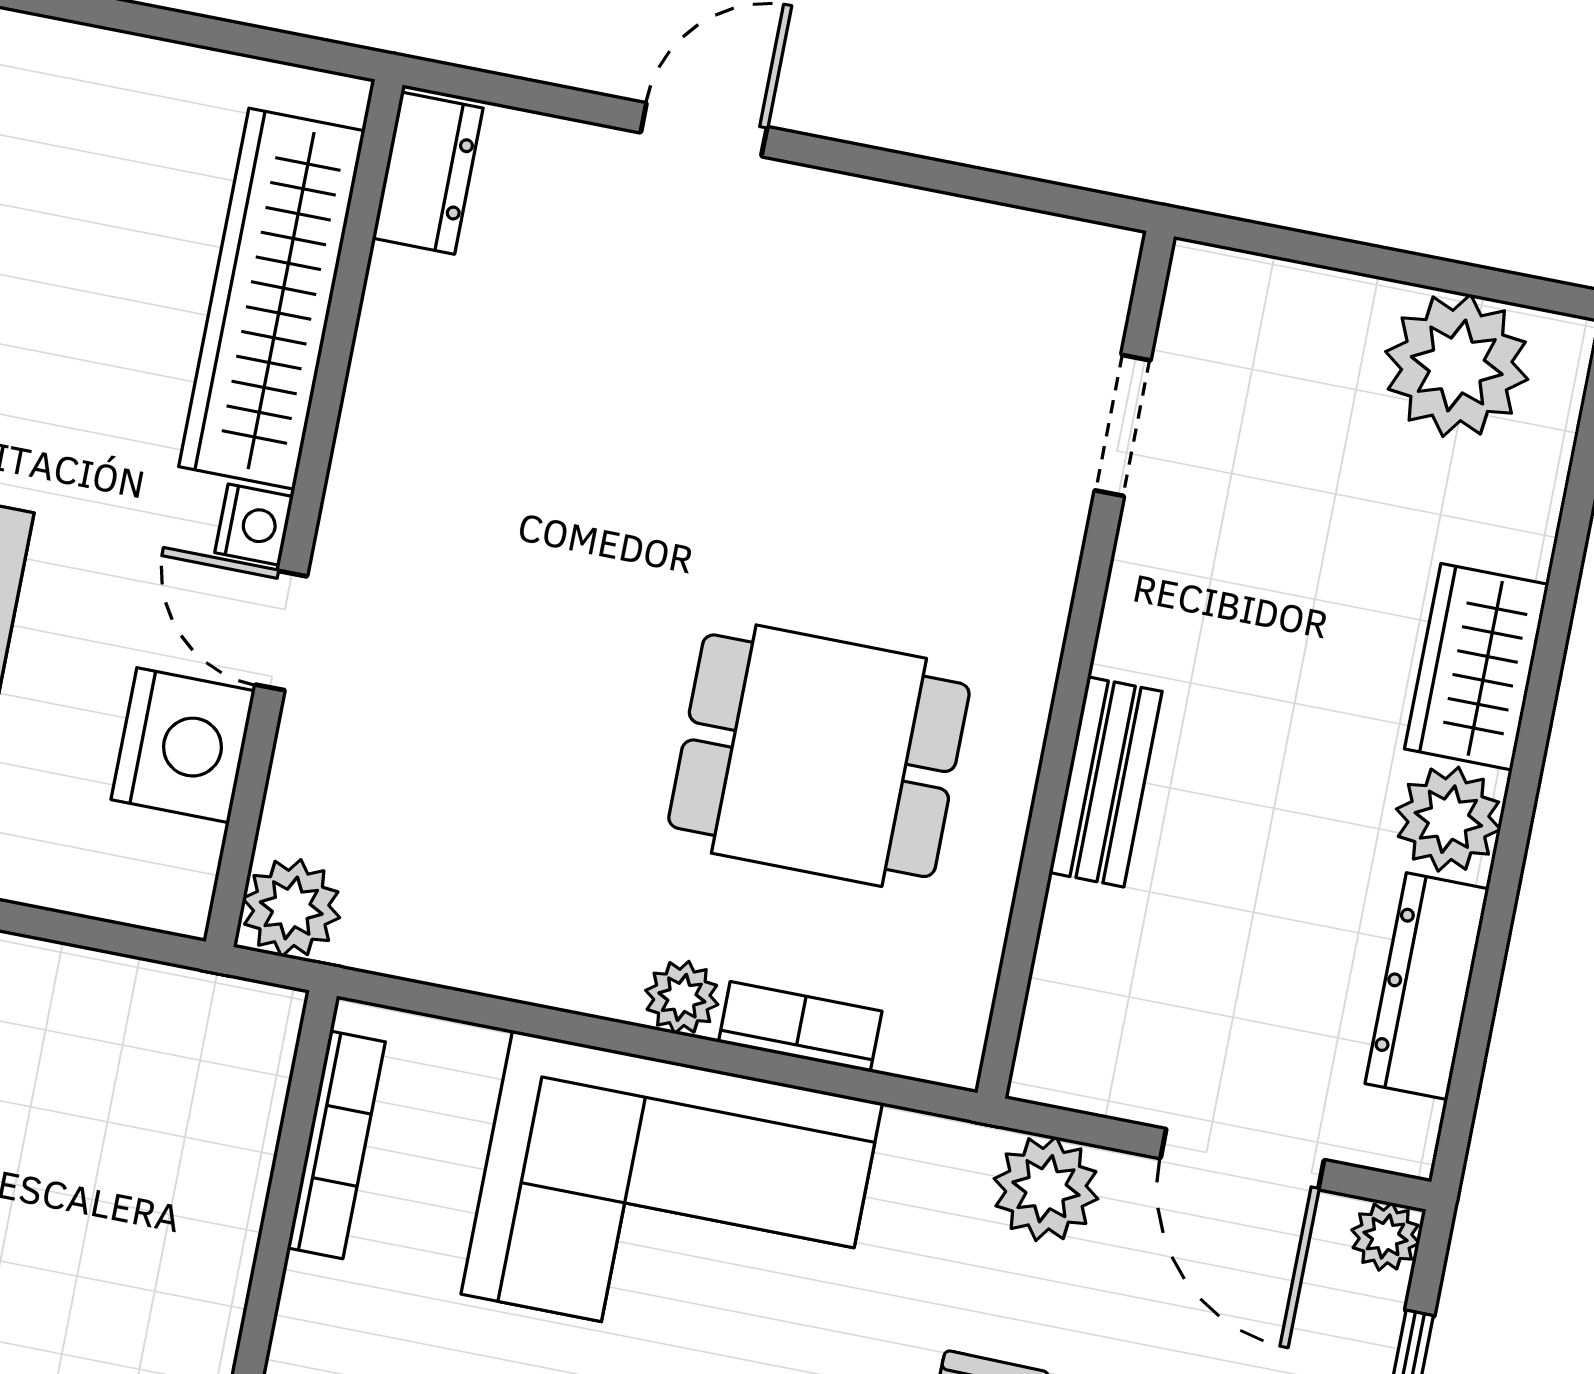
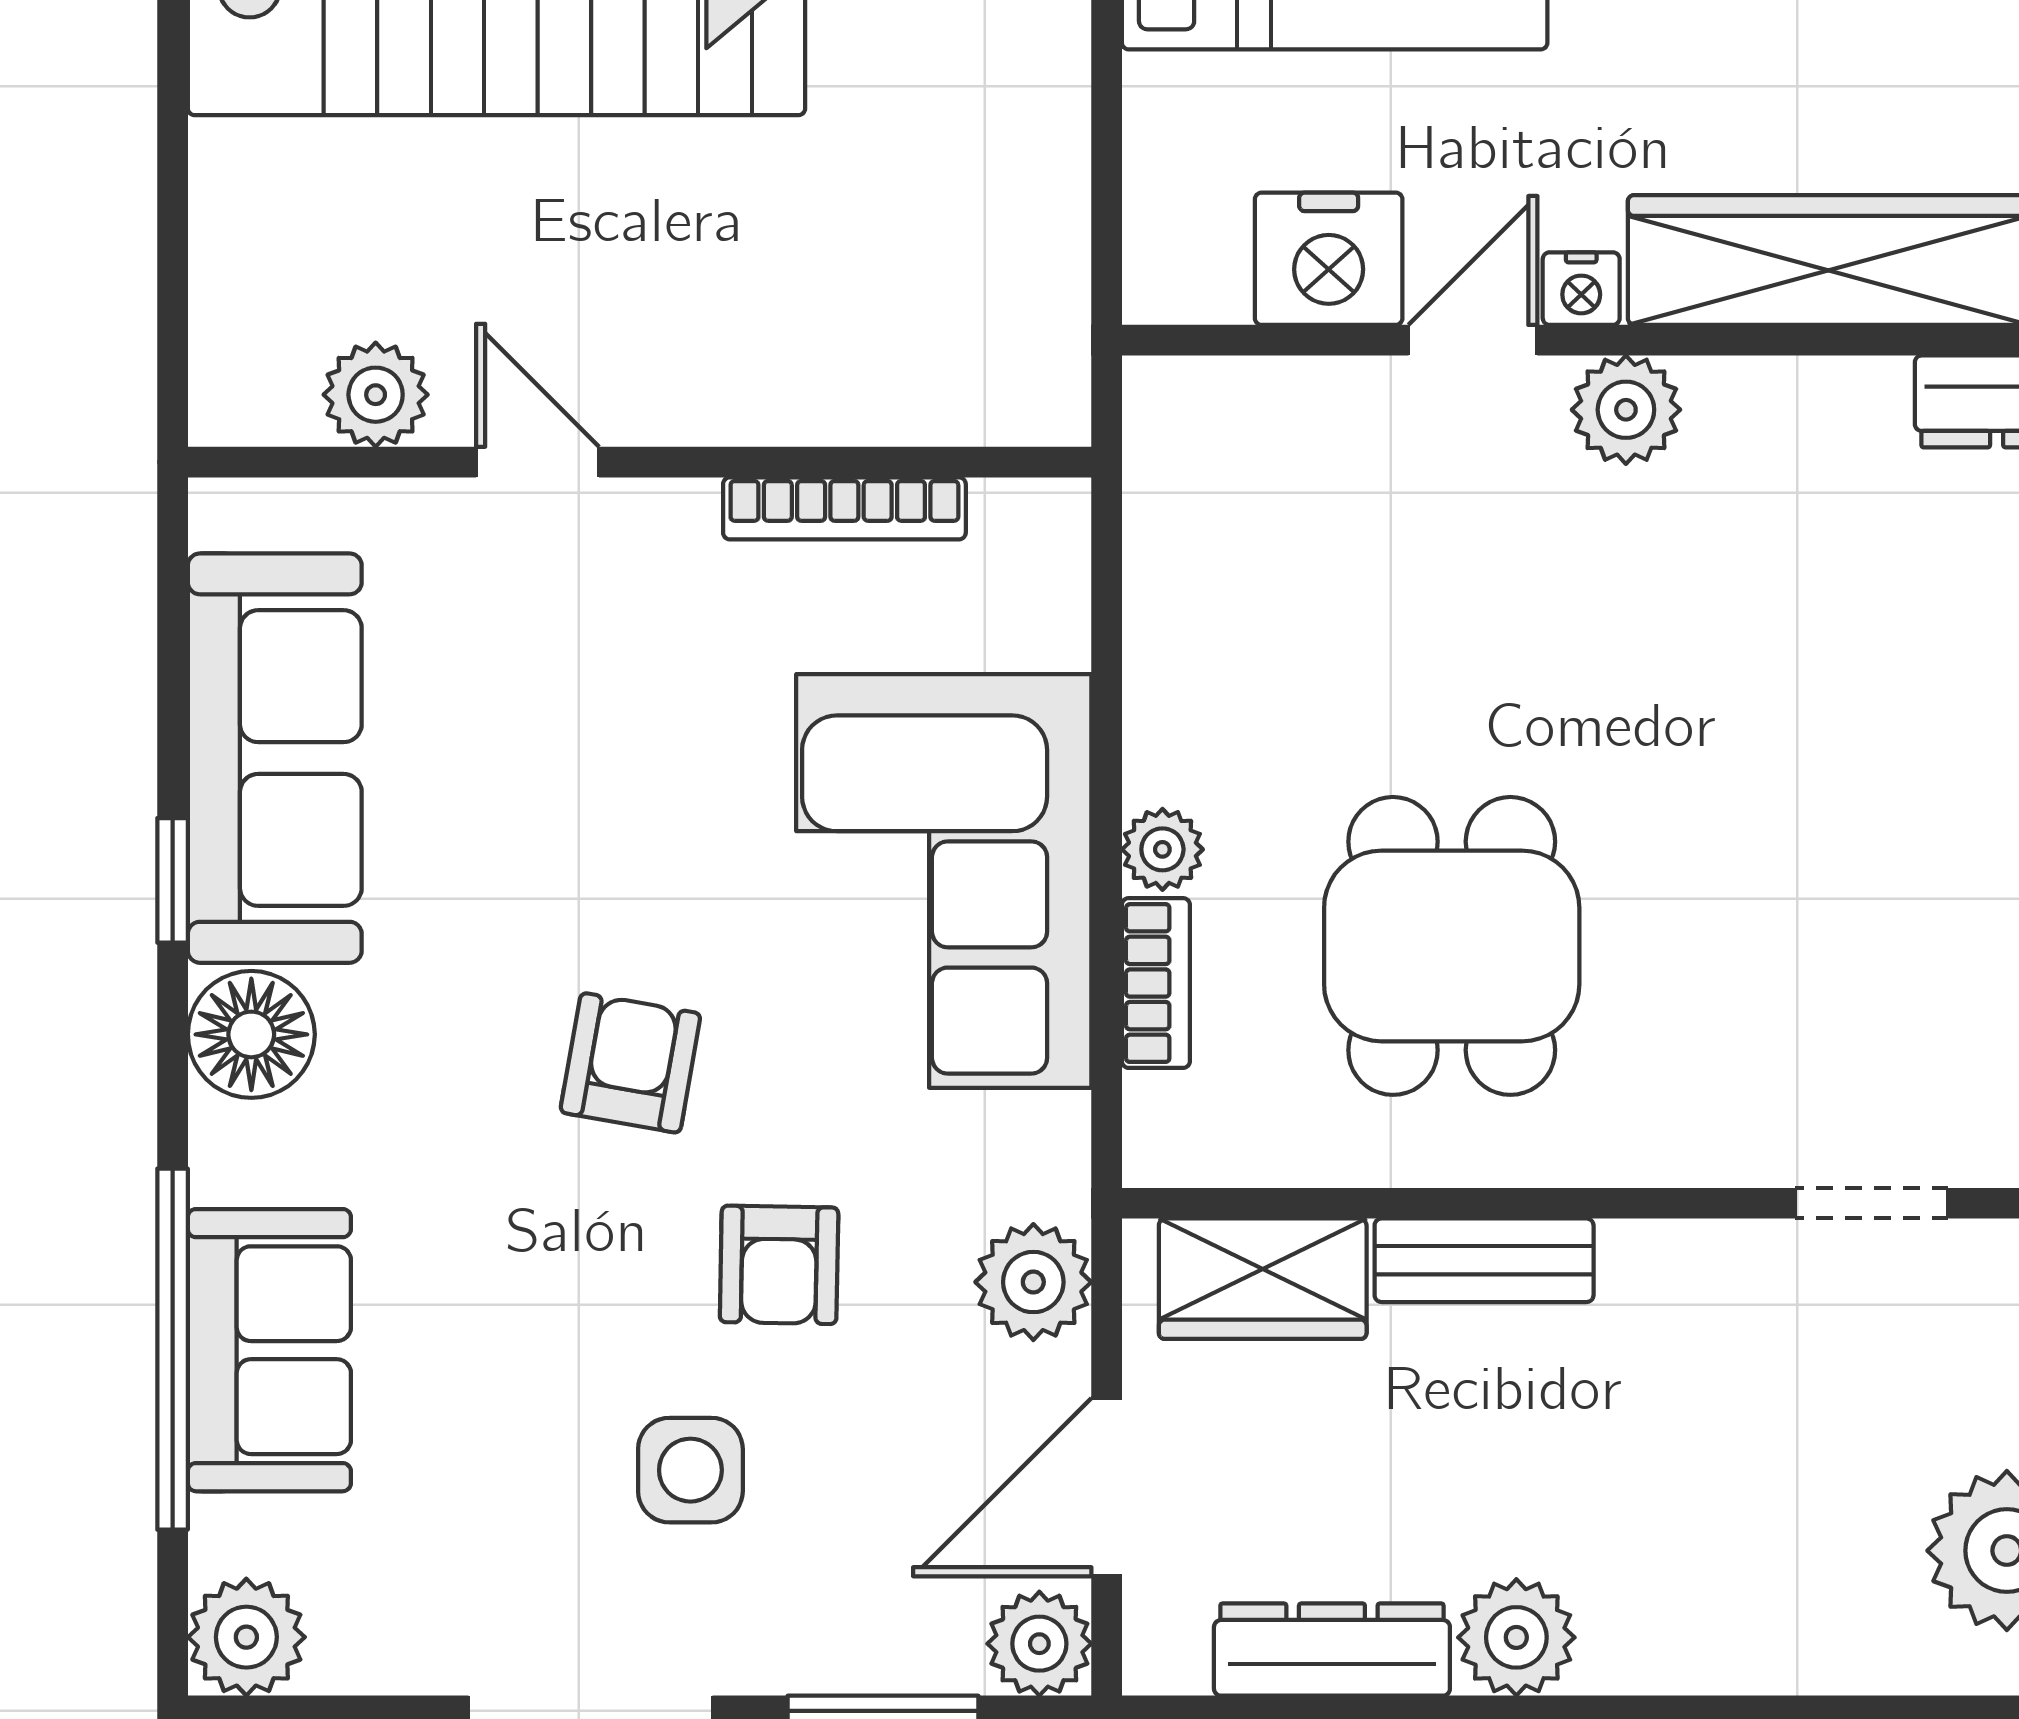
wardrobe: (1477, 667) -> (1263, 1279), moved, turned 180
plant: (291, 908) -> (1626, 410), moved
bookcase: (336, 1145) -> (844, 508), moved
plant: (1386, 1237) -> (1039, 1644), width x1.38, depth x1.38

